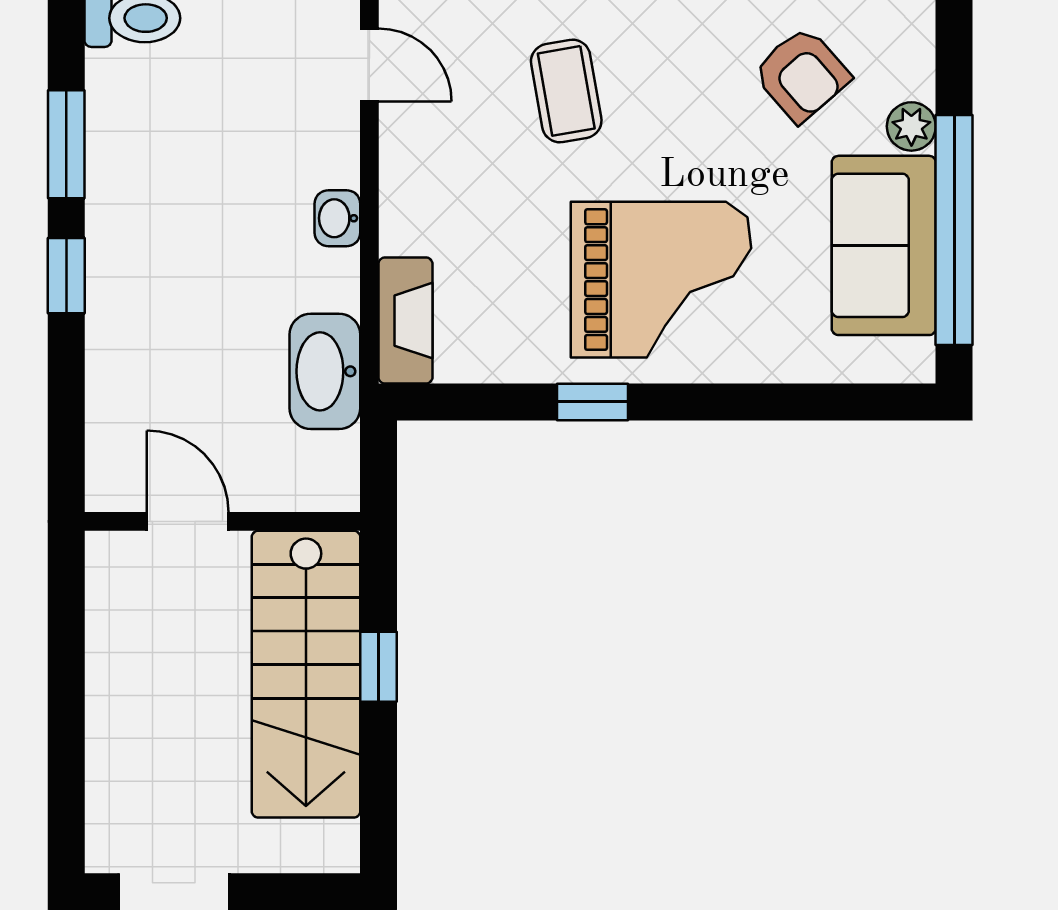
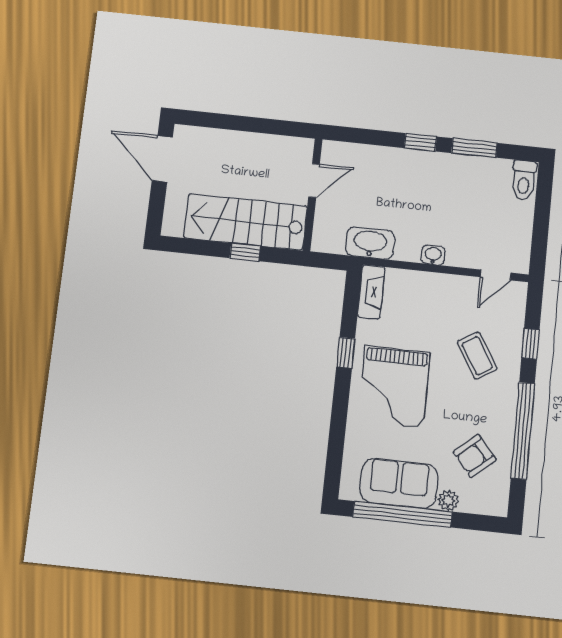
coffee table: (566, 91) -> (477, 356), turned 69
fireplace: (405, 321) -> (371, 292), moved, turned -90

